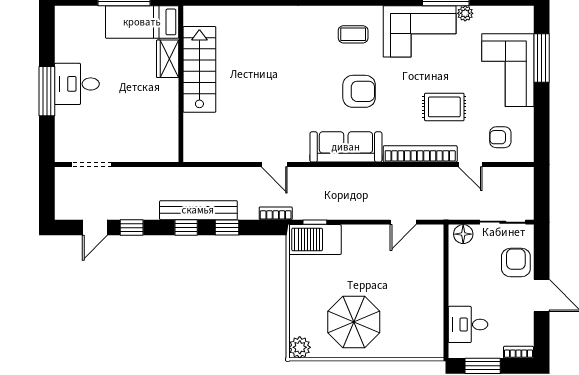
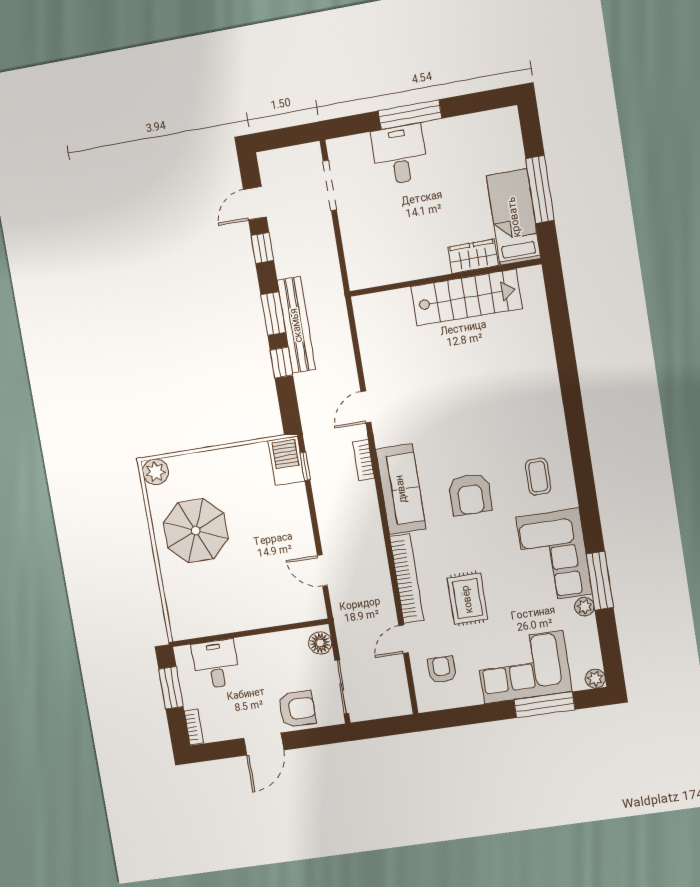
plant: (526, 14) -> (595, 679), added
desk: (77, 84) -> (400, 155), moved
bookcase: (276, 213) -> (364, 460), moved, turned 180
door: (95, 228) -> (255, 203), hinge flipped
window: (186, 228) -> (273, 314), width x1.50
barbecue: (315, 240) -> (286, 461), width x0.73, depth x0.83

